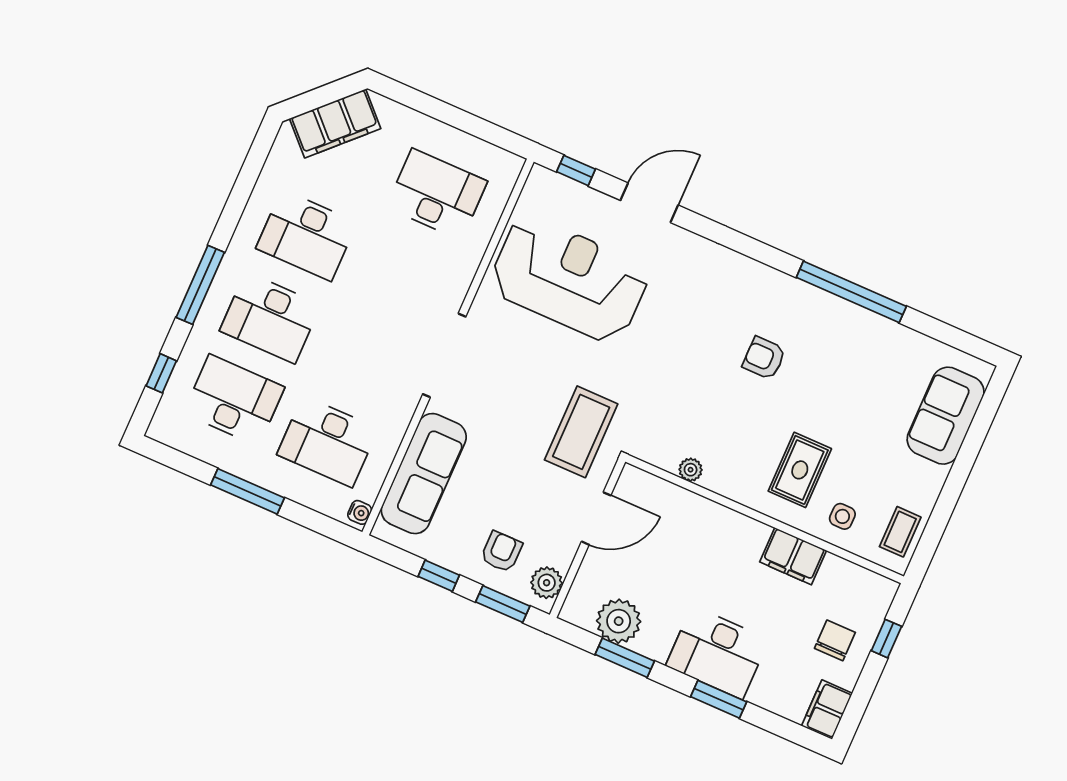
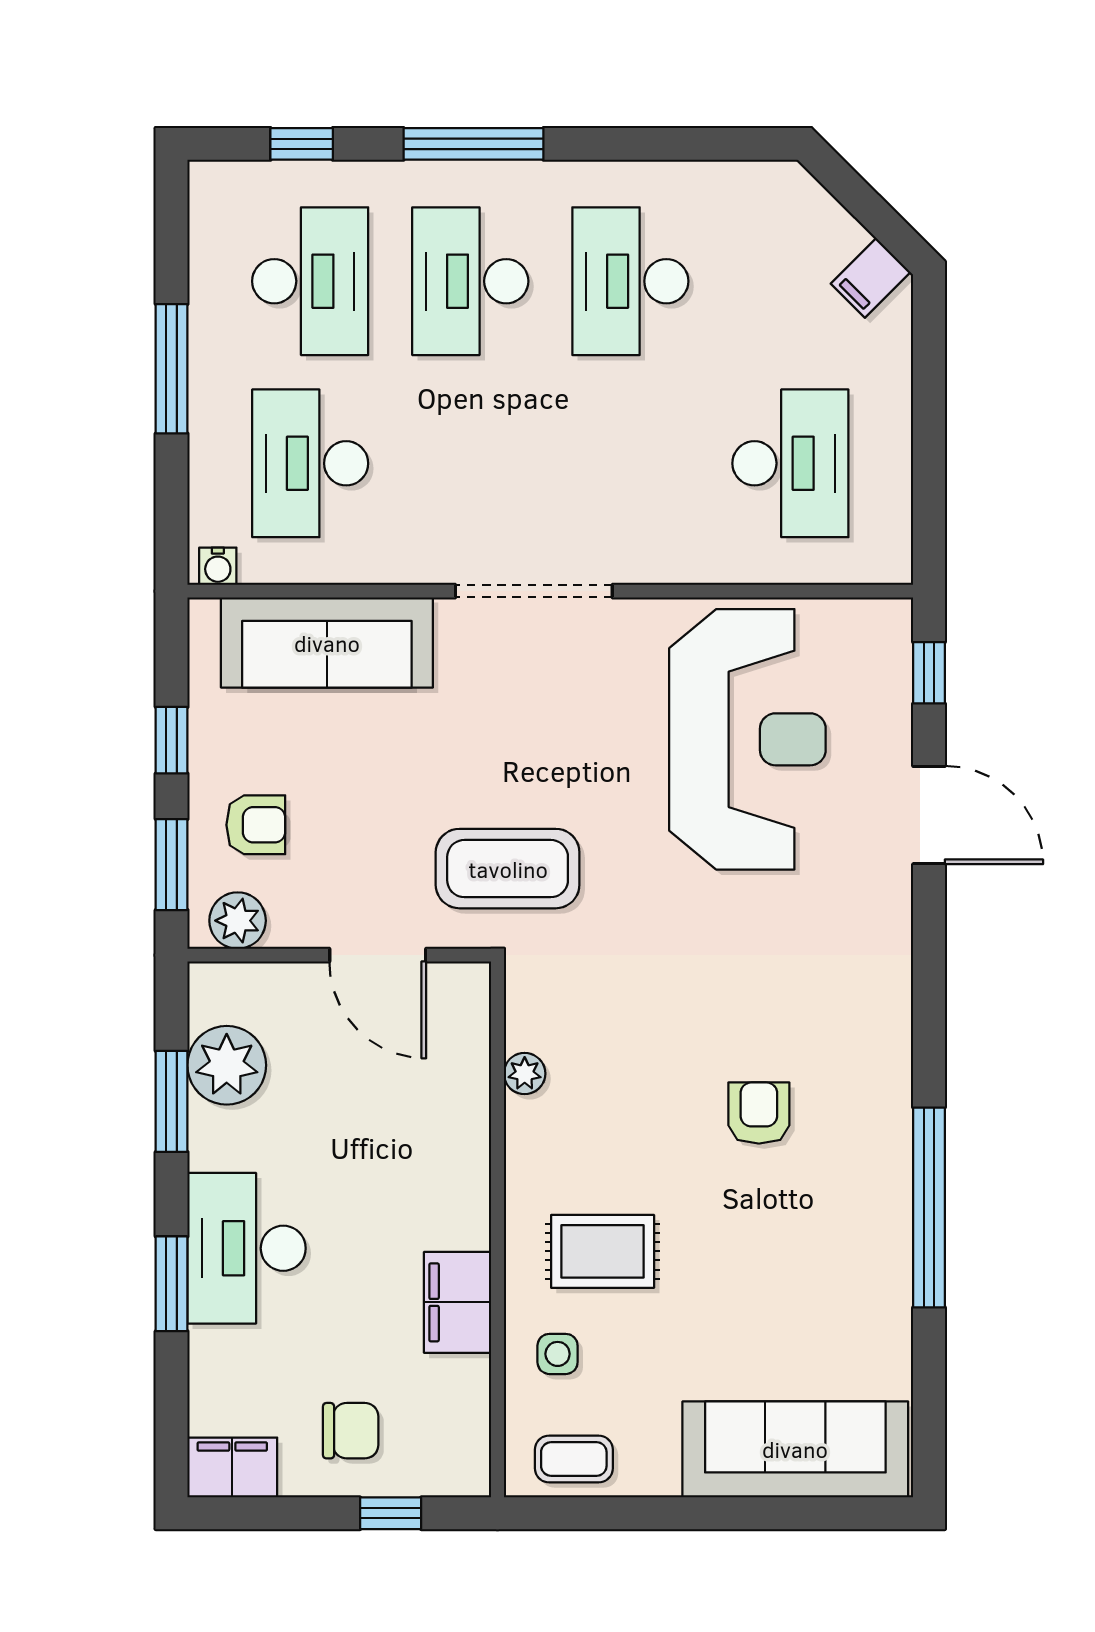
filing cabinet: (335, 124) -> (871, 278), width x0.33, depth x0.86
sofa: (946, 416) -> (795, 1449), width x1.36

